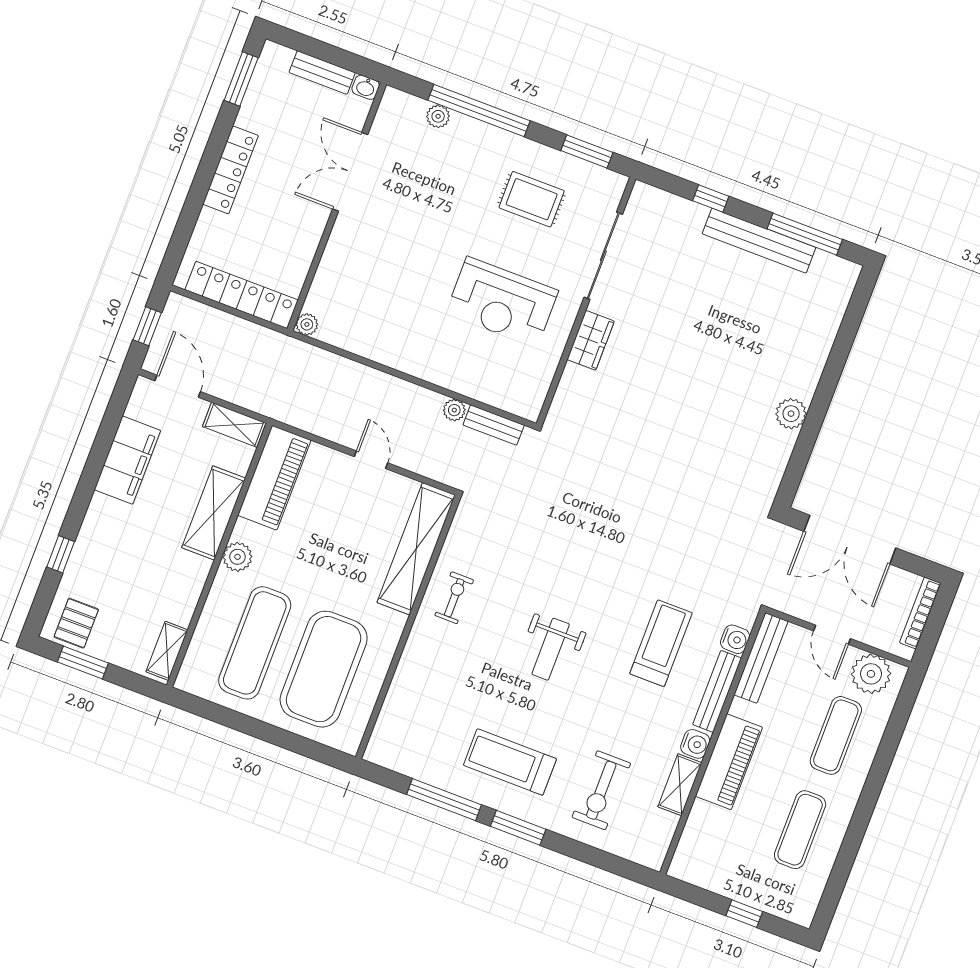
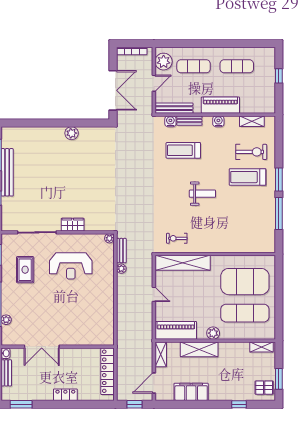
locker: (231, 170) -> (65, 395), width x0.66
reception desk: (502, 302) -> (71, 266), turned 90
plant: (307, 324) -> (109, 238), moved
door: (371, 460) -> (154, 294), swing flipped
exercise bike: (454, 598) -> (177, 238), moved
bench: (717, 691) -> (189, 121), width x0.73
treadmill: (510, 762) -> (248, 177), moved, turned 90
shelving: (680, 785) -> (252, 121), moved

